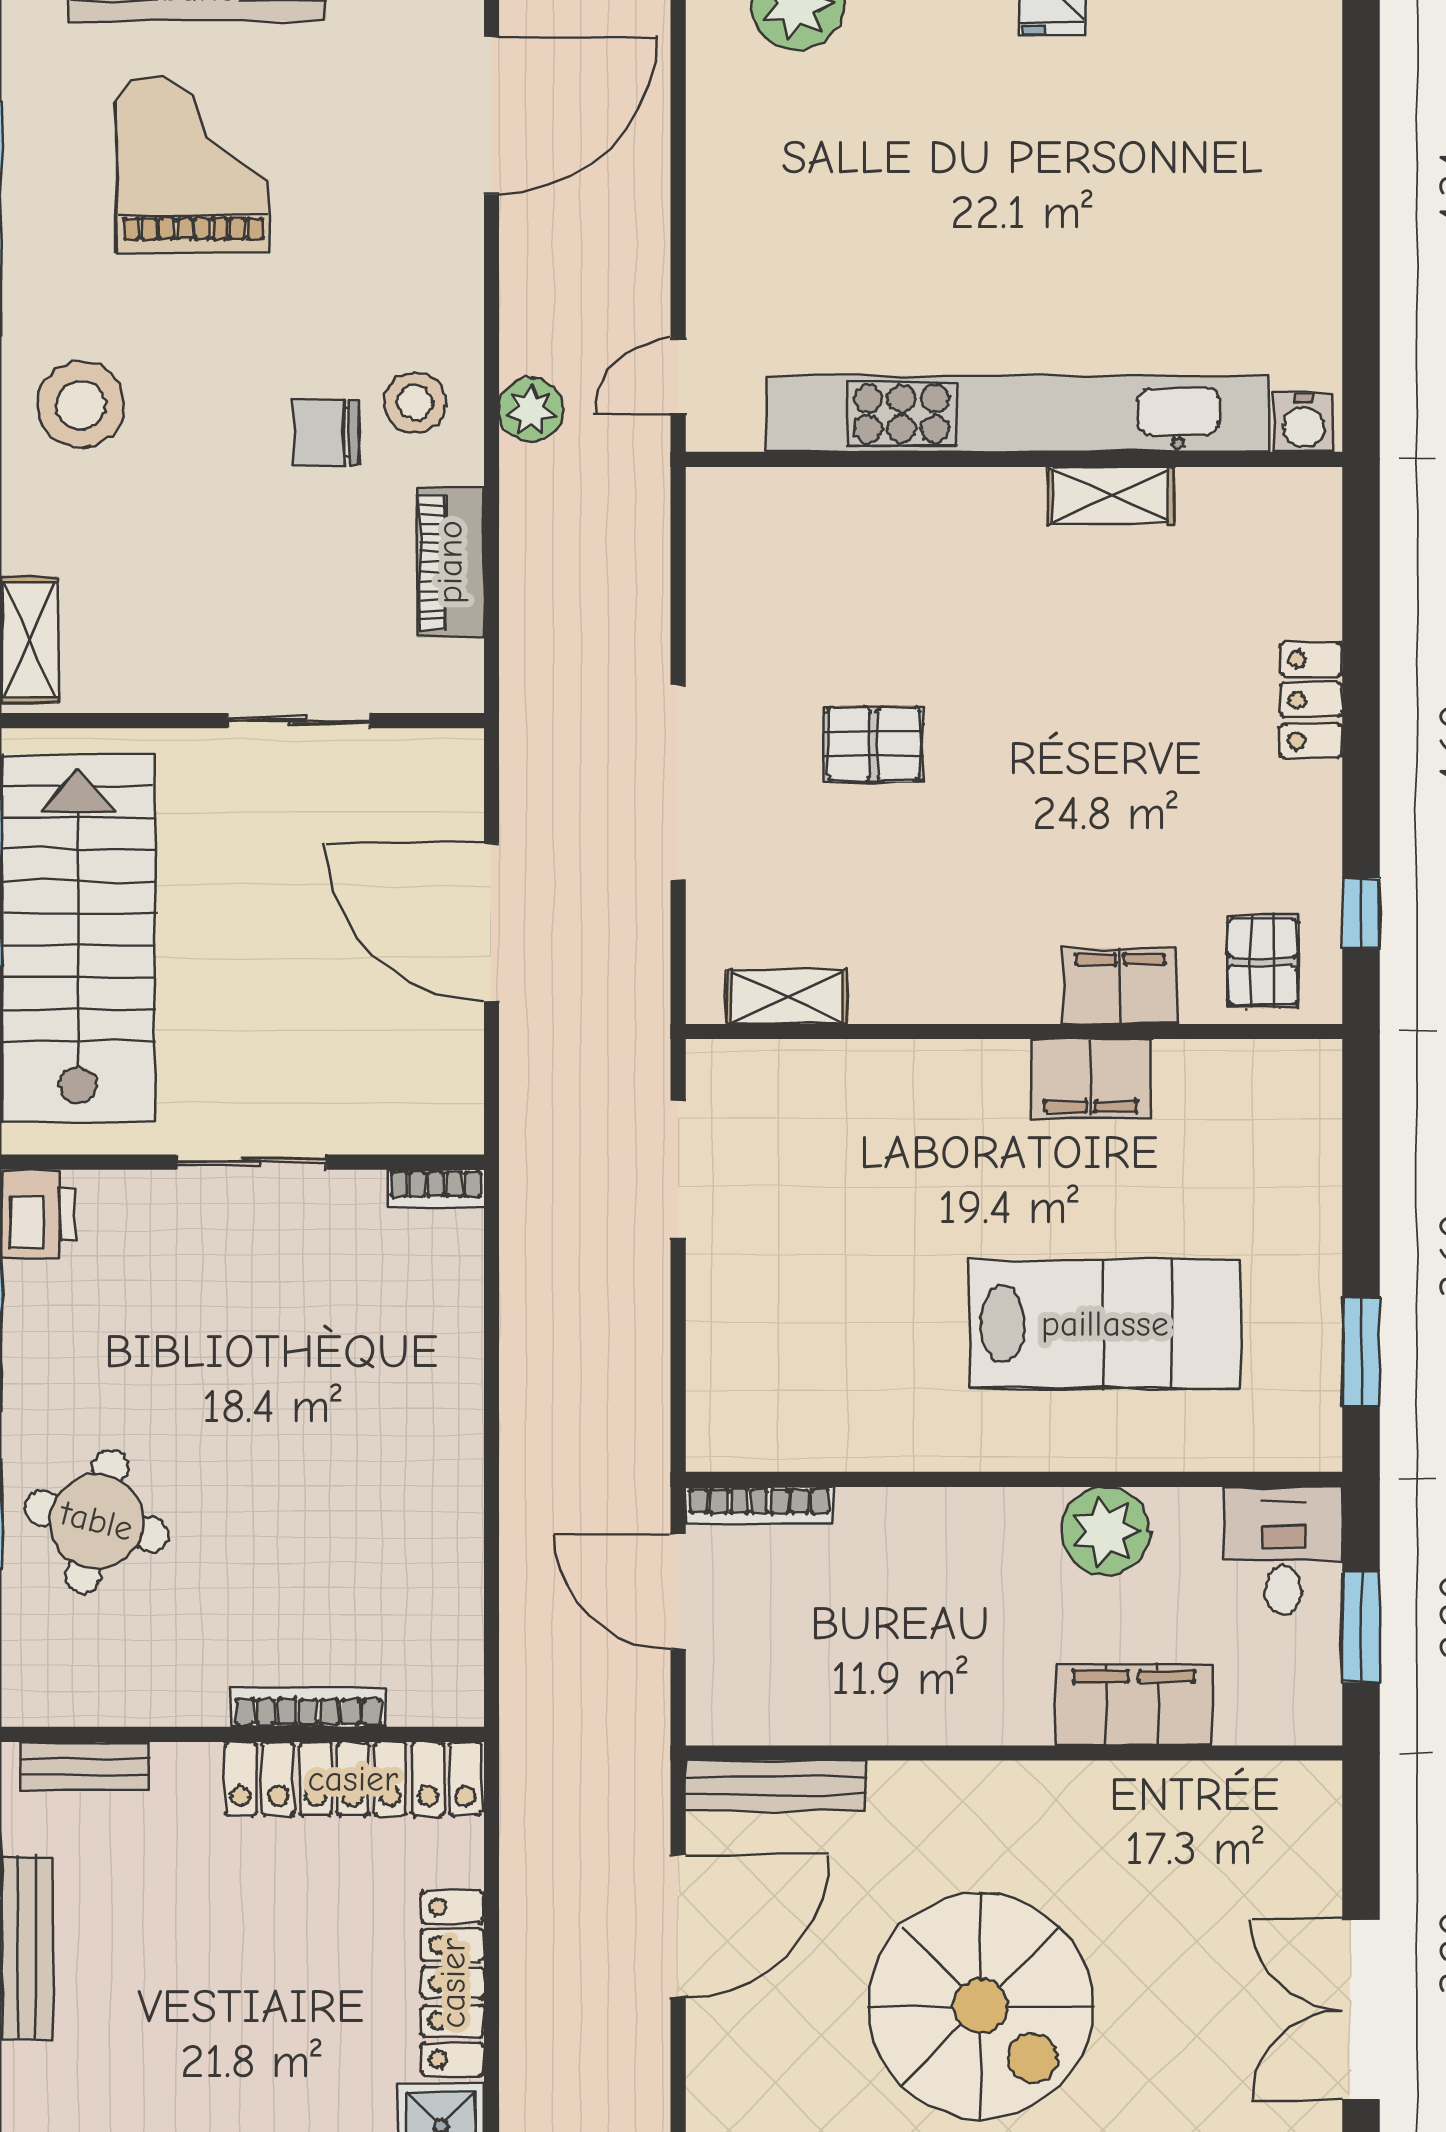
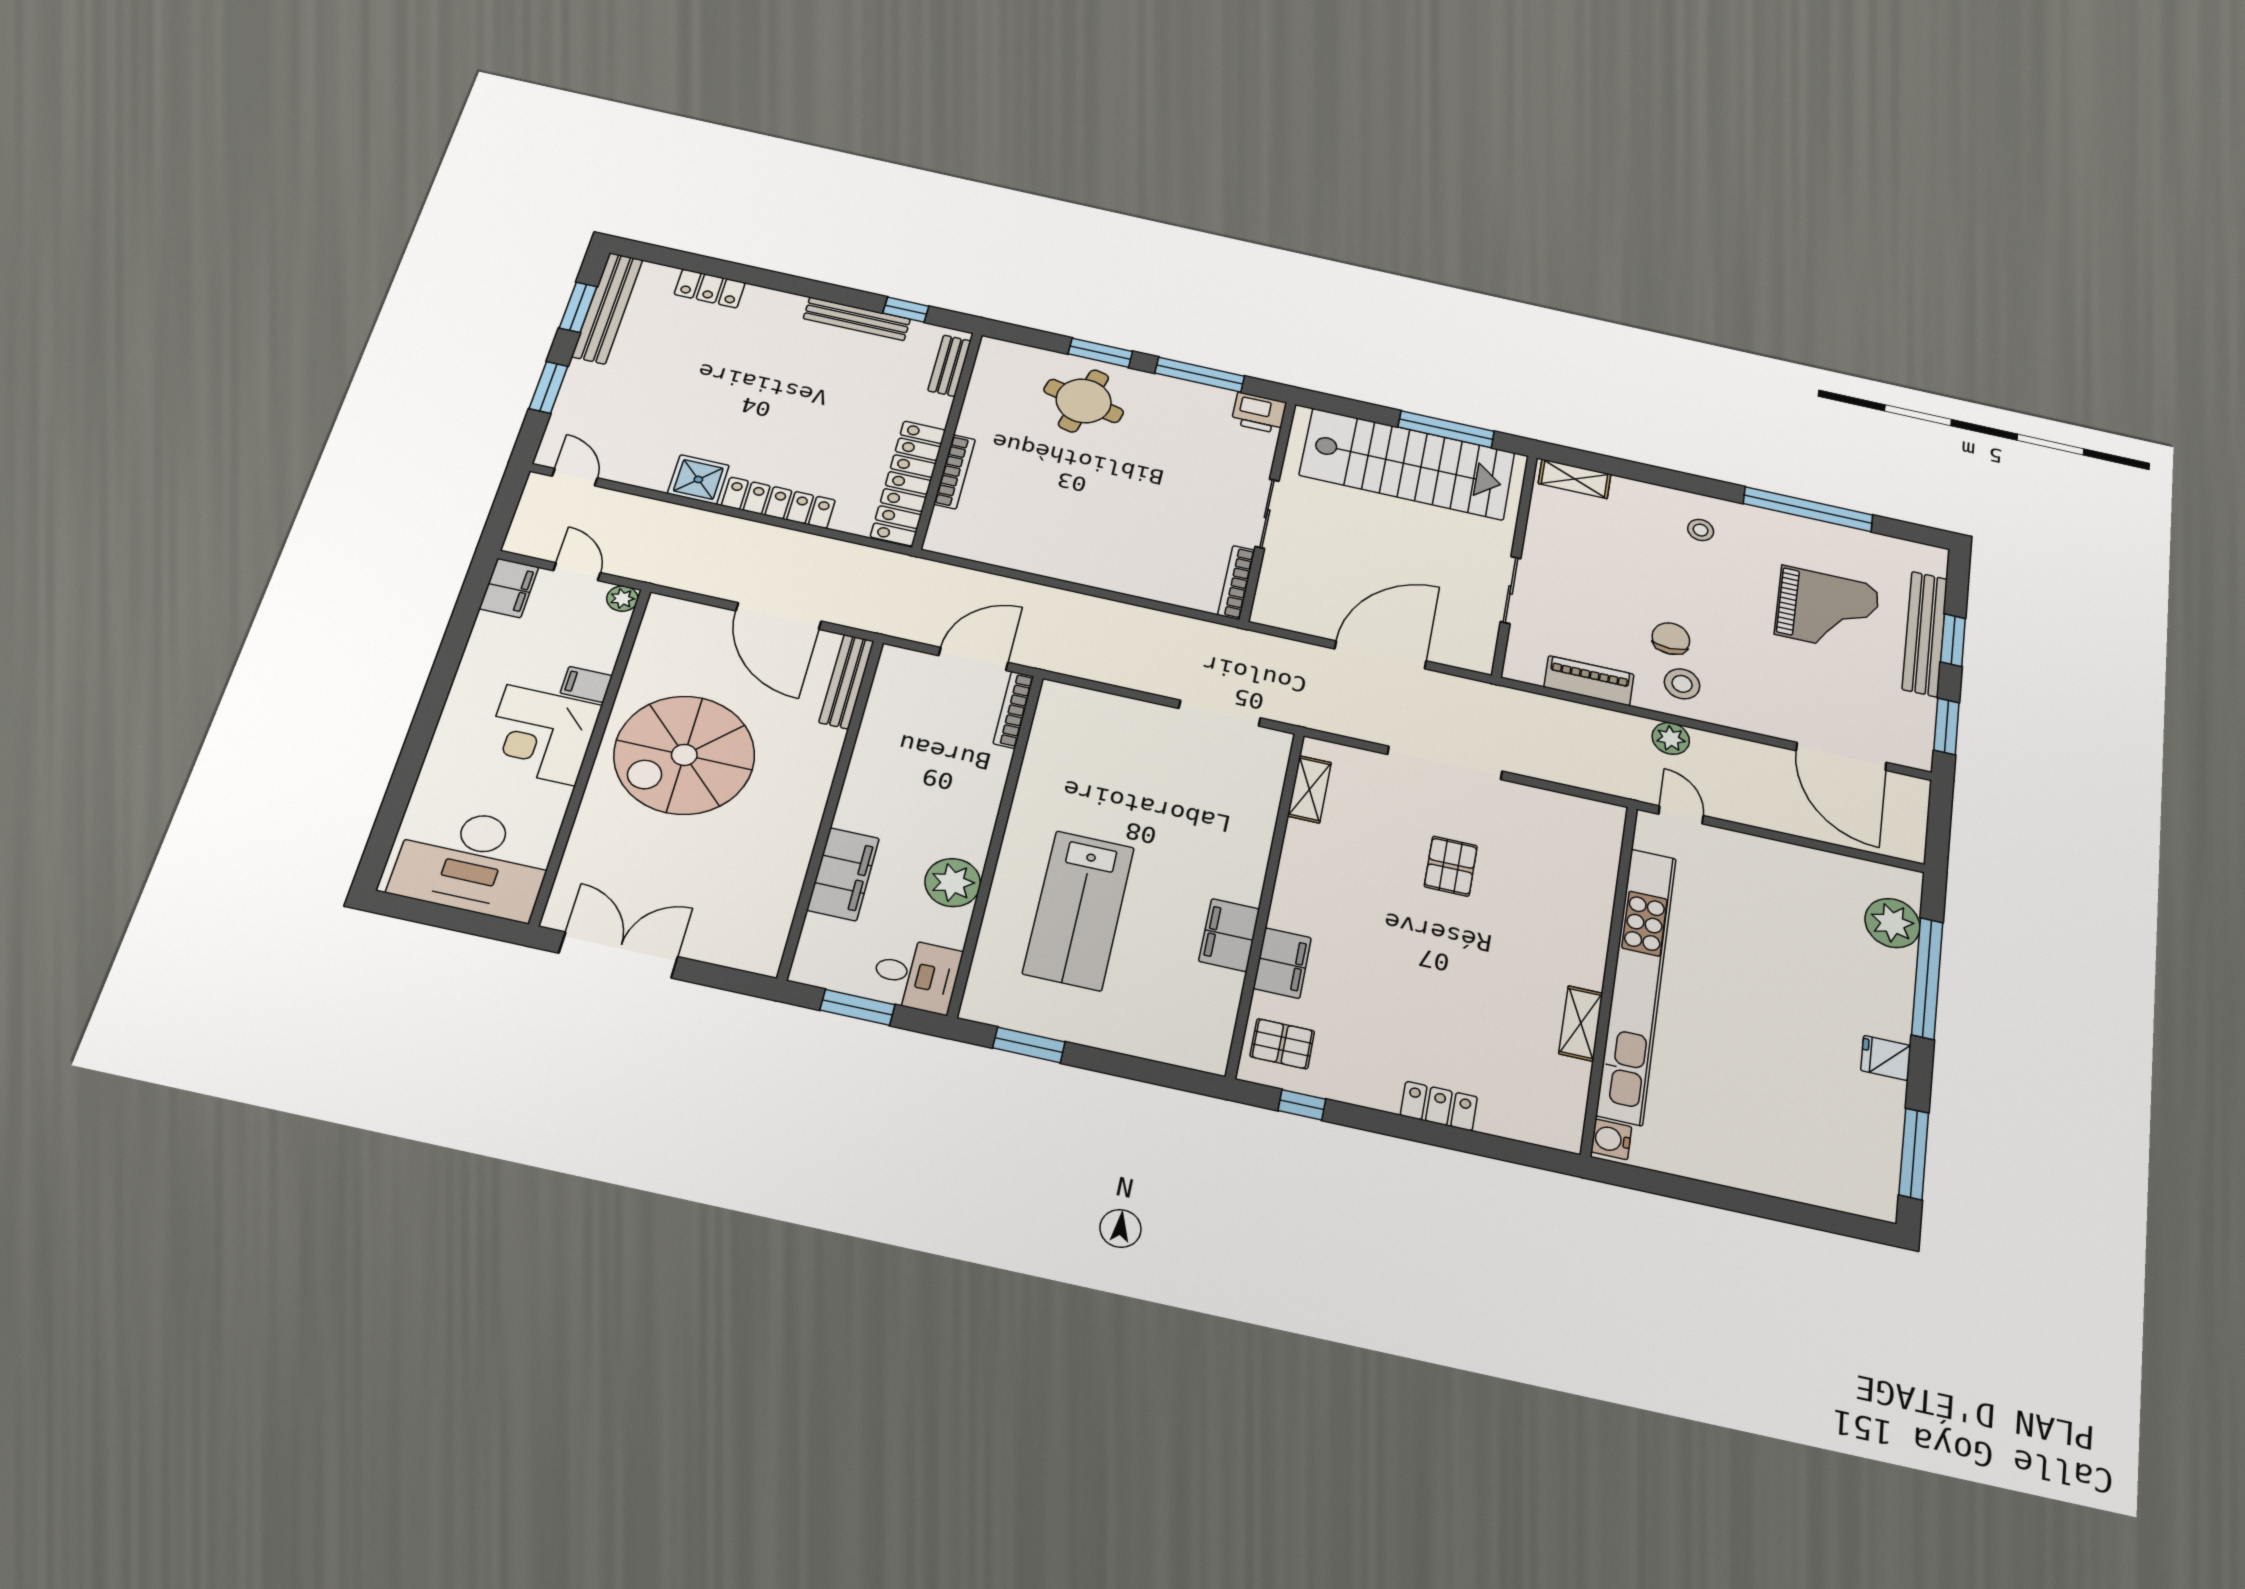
stool: (81, 405) -> (1701, 530), width x0.53, depth x0.53
bookcase: (436, 1189) -> (1236, 582), width x1.56

